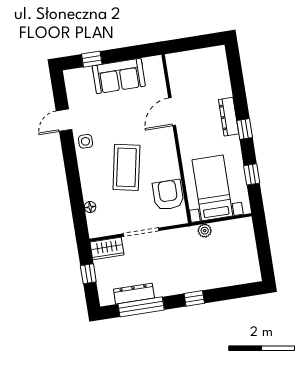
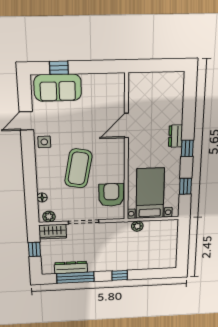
sofa: (119, 76) -> (58, 88), moved
dresser: (229, 117) -> (176, 136), width x0.70
plant: (101, 230) -> (49, 217), added

